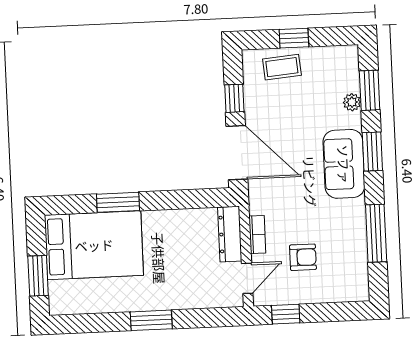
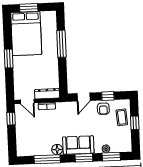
door: (237, 153) -> (84, 97), width x0.53
window: (118, 202) -> (61, 44), width x1.44
floor lamp: (354, 211) -> (57, 150), added
bed: (94, 245) -> (26, 34), moved
armchair: (303, 257) -> (103, 109), moved

